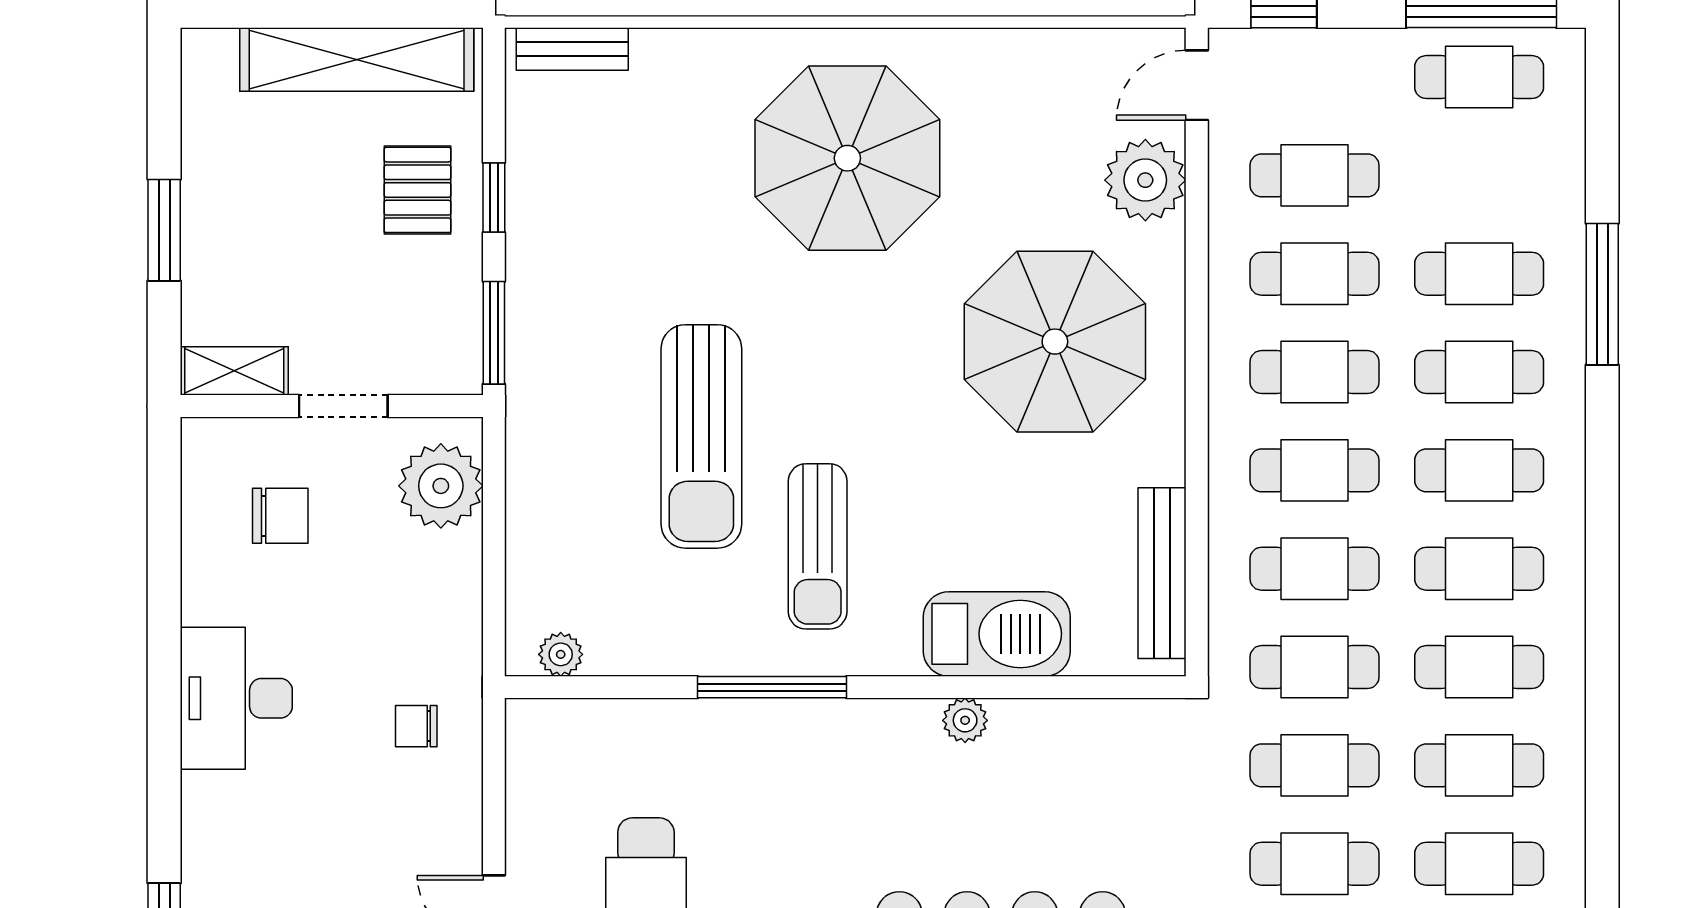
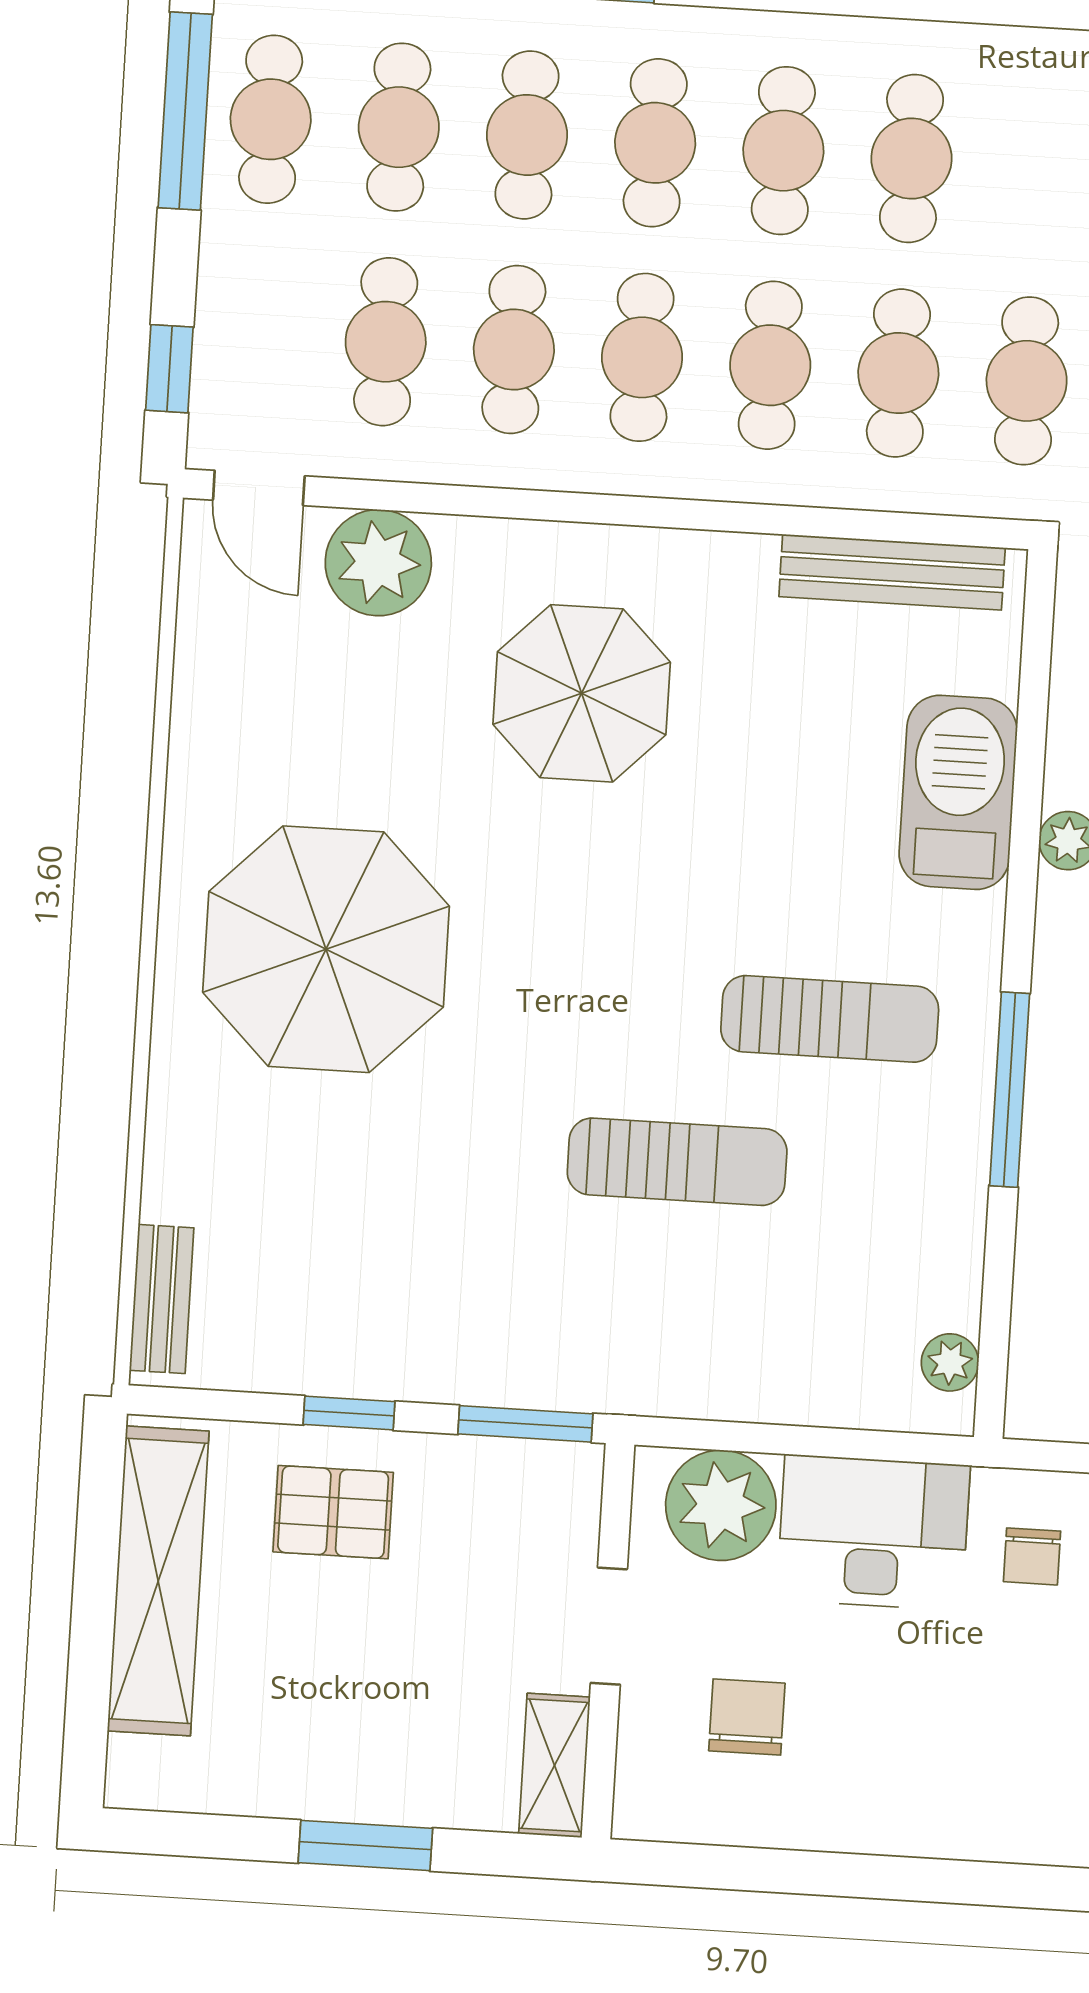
parasol: (1055, 342) -> (582, 693), width x0.73, depth x0.73
sun lounger: (701, 436) -> (677, 1162), width x0.73, depth x0.75
cafe table: (1479, 667) -> (399, 127), moved
desk: (236, 698) -> (873, 1532), moved, turned 180

